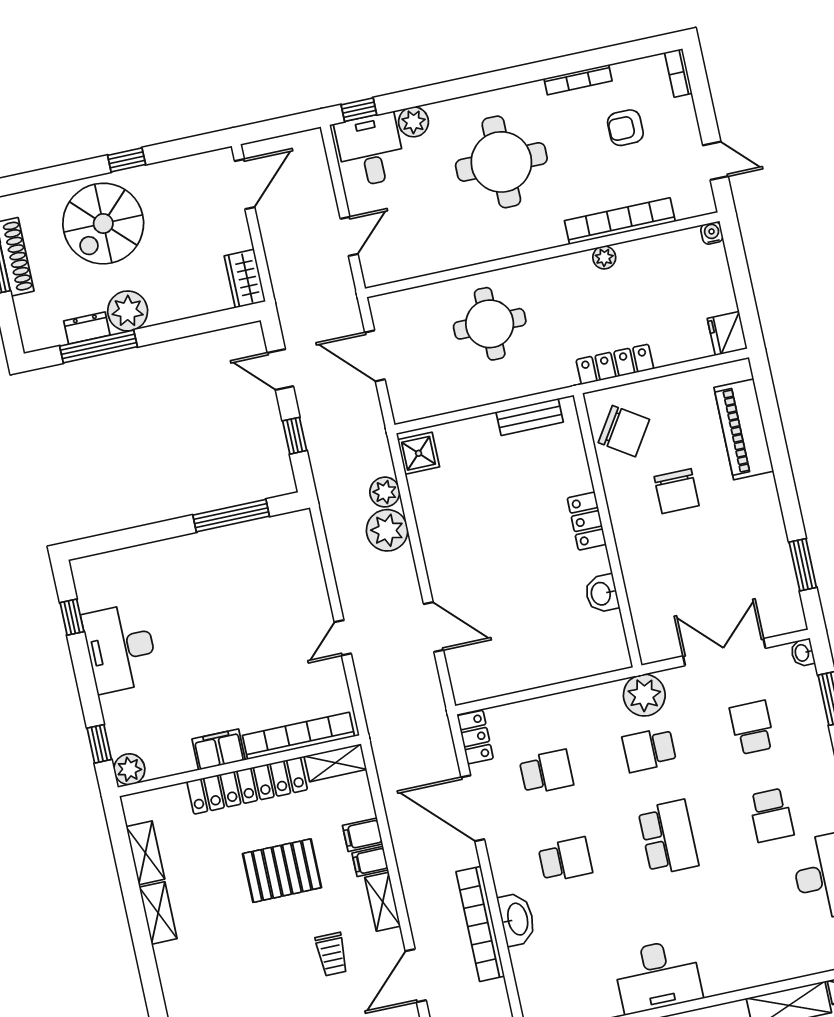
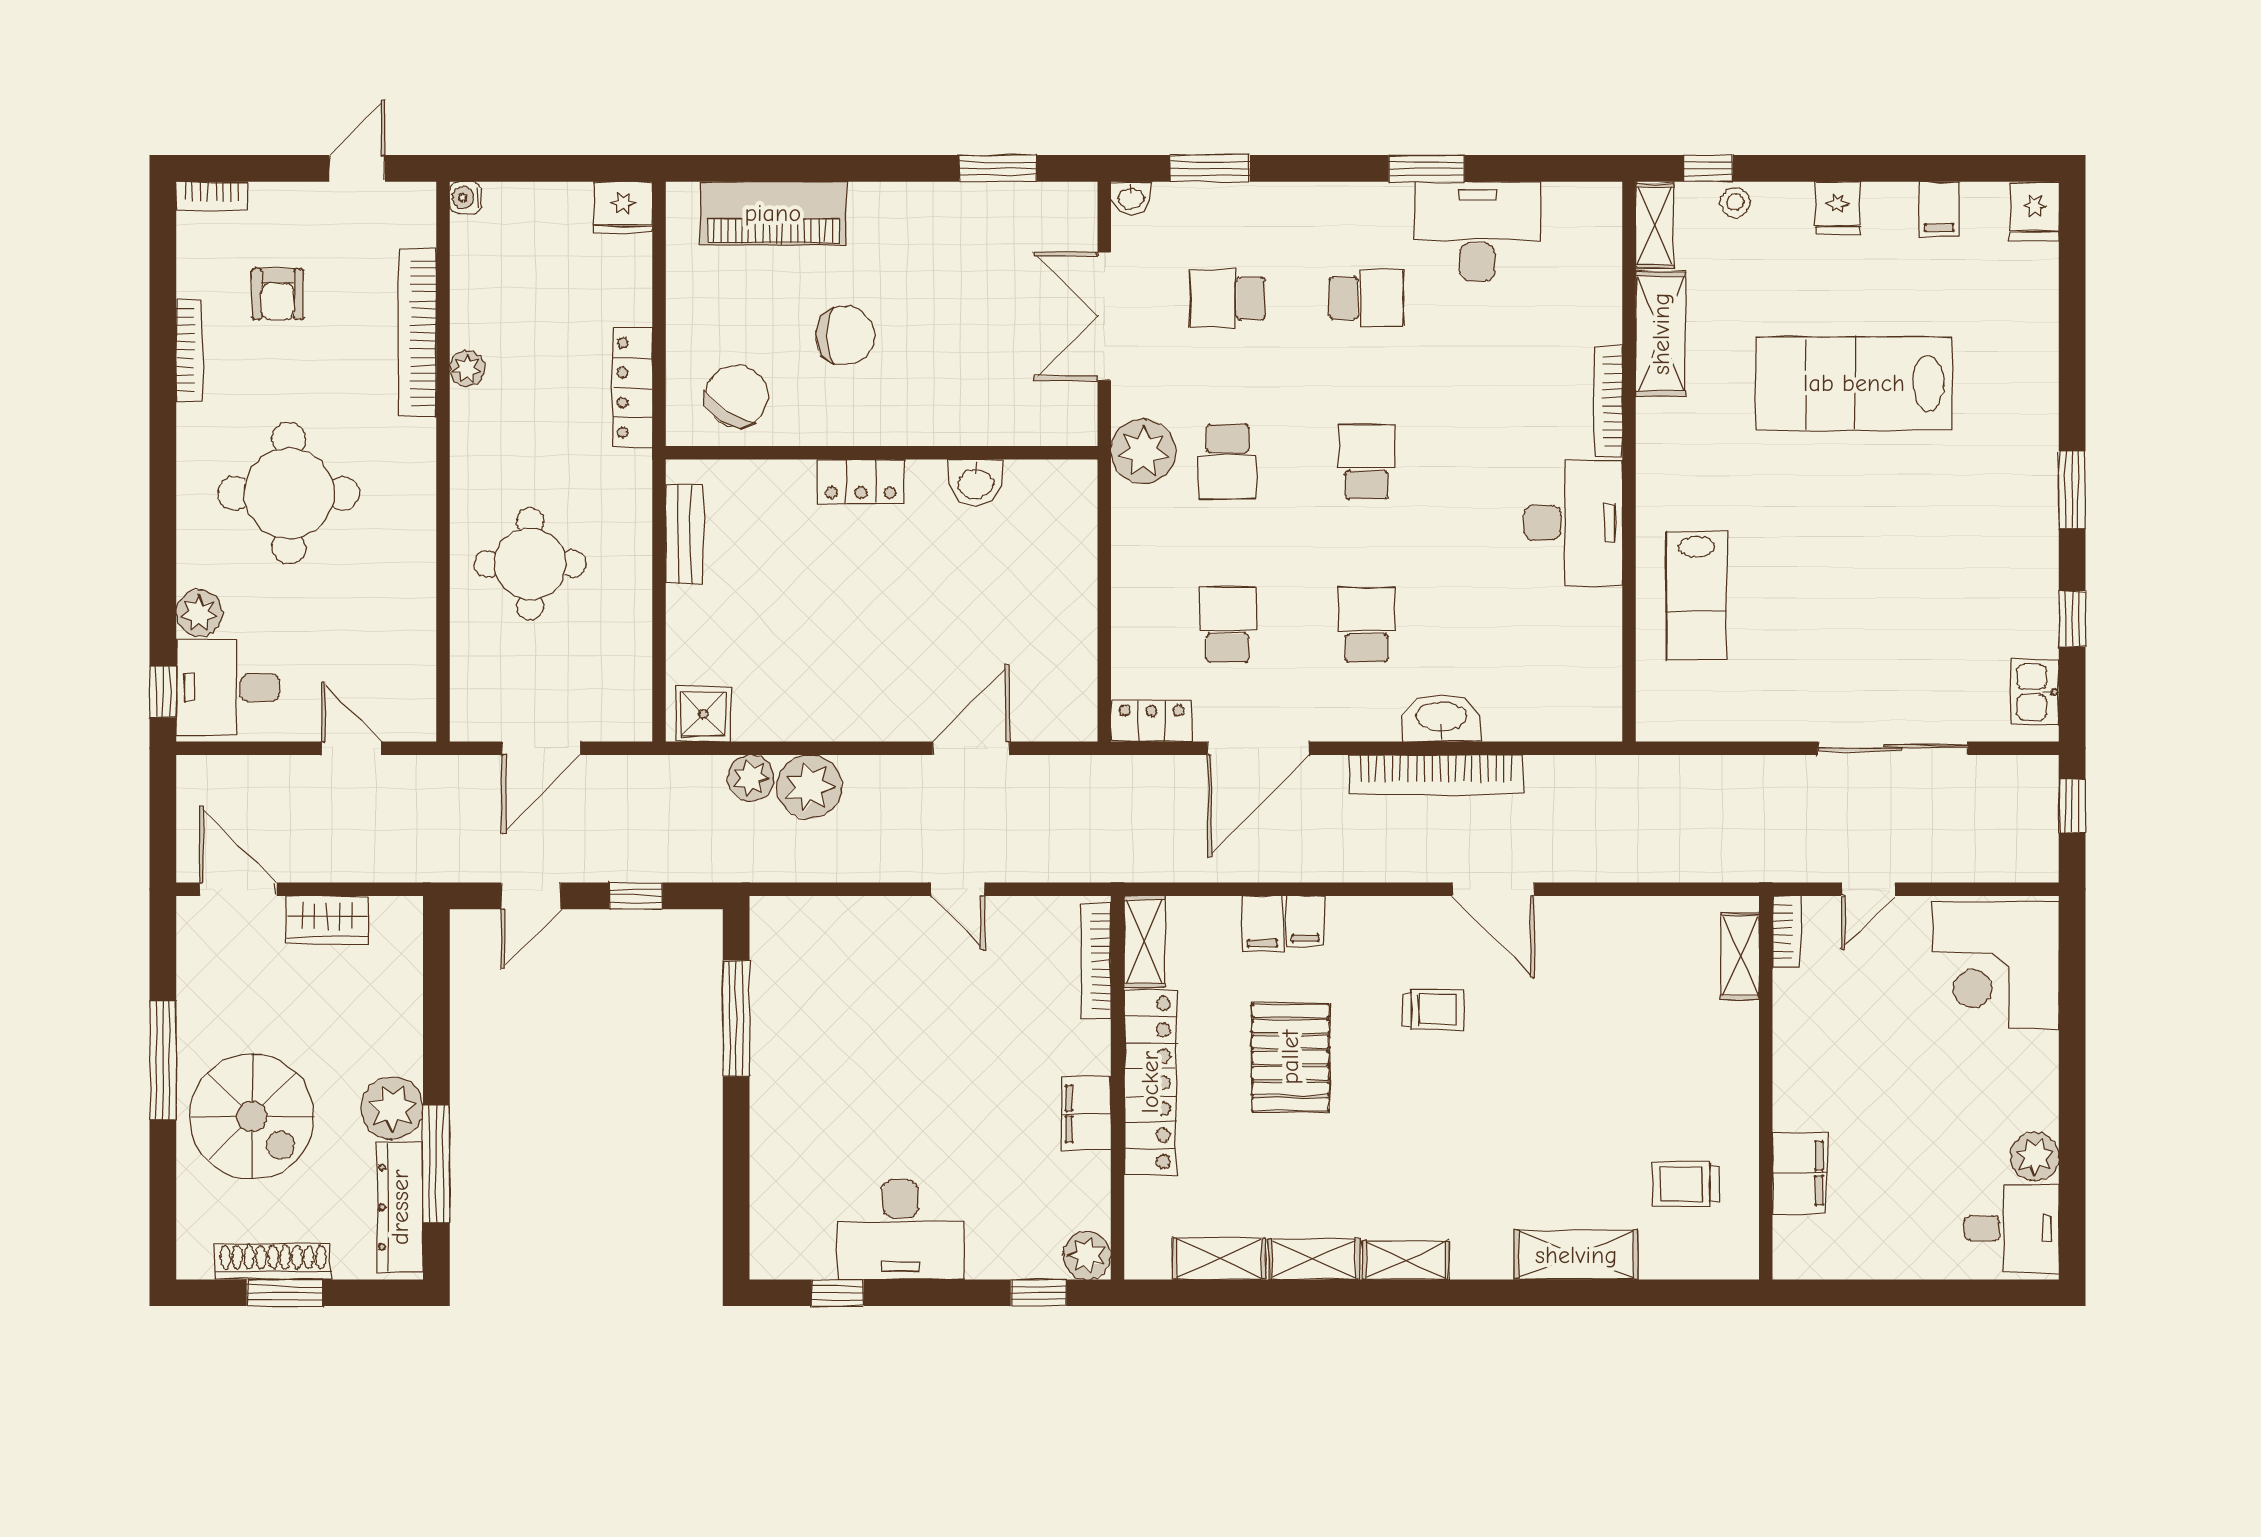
window: (127, 160) -> (163, 1060), width x2.17
wardrobe: (245, 279) -> (327, 920), moved
dresser: (87, 328) -> (400, 1207), width x1.96, depth x1.24
bookcase: (298, 736) -> (1096, 961), width x0.68, depth x0.76
school desk: (668, 837) -> (1367, 462), width x0.54
shelving: (383, 902) -> (1406, 1260), moved
bookcase: (739, 982) -> (1608, 402), added

